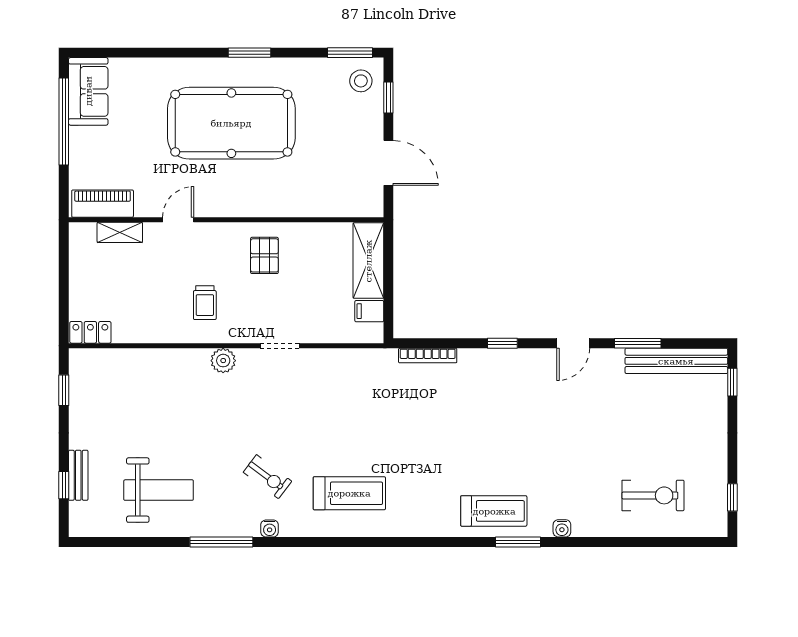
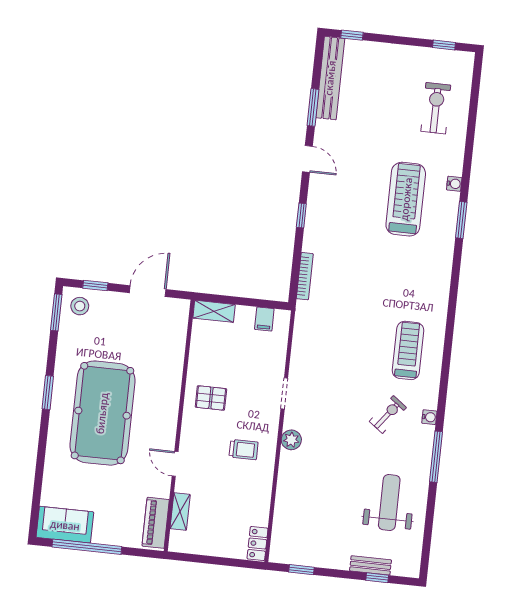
shelving: (368, 261) -> (214, 311), width x0.67, depth x0.75
treadmill: (494, 511) -> (406, 199), moved, width x1.37, depth x1.38

